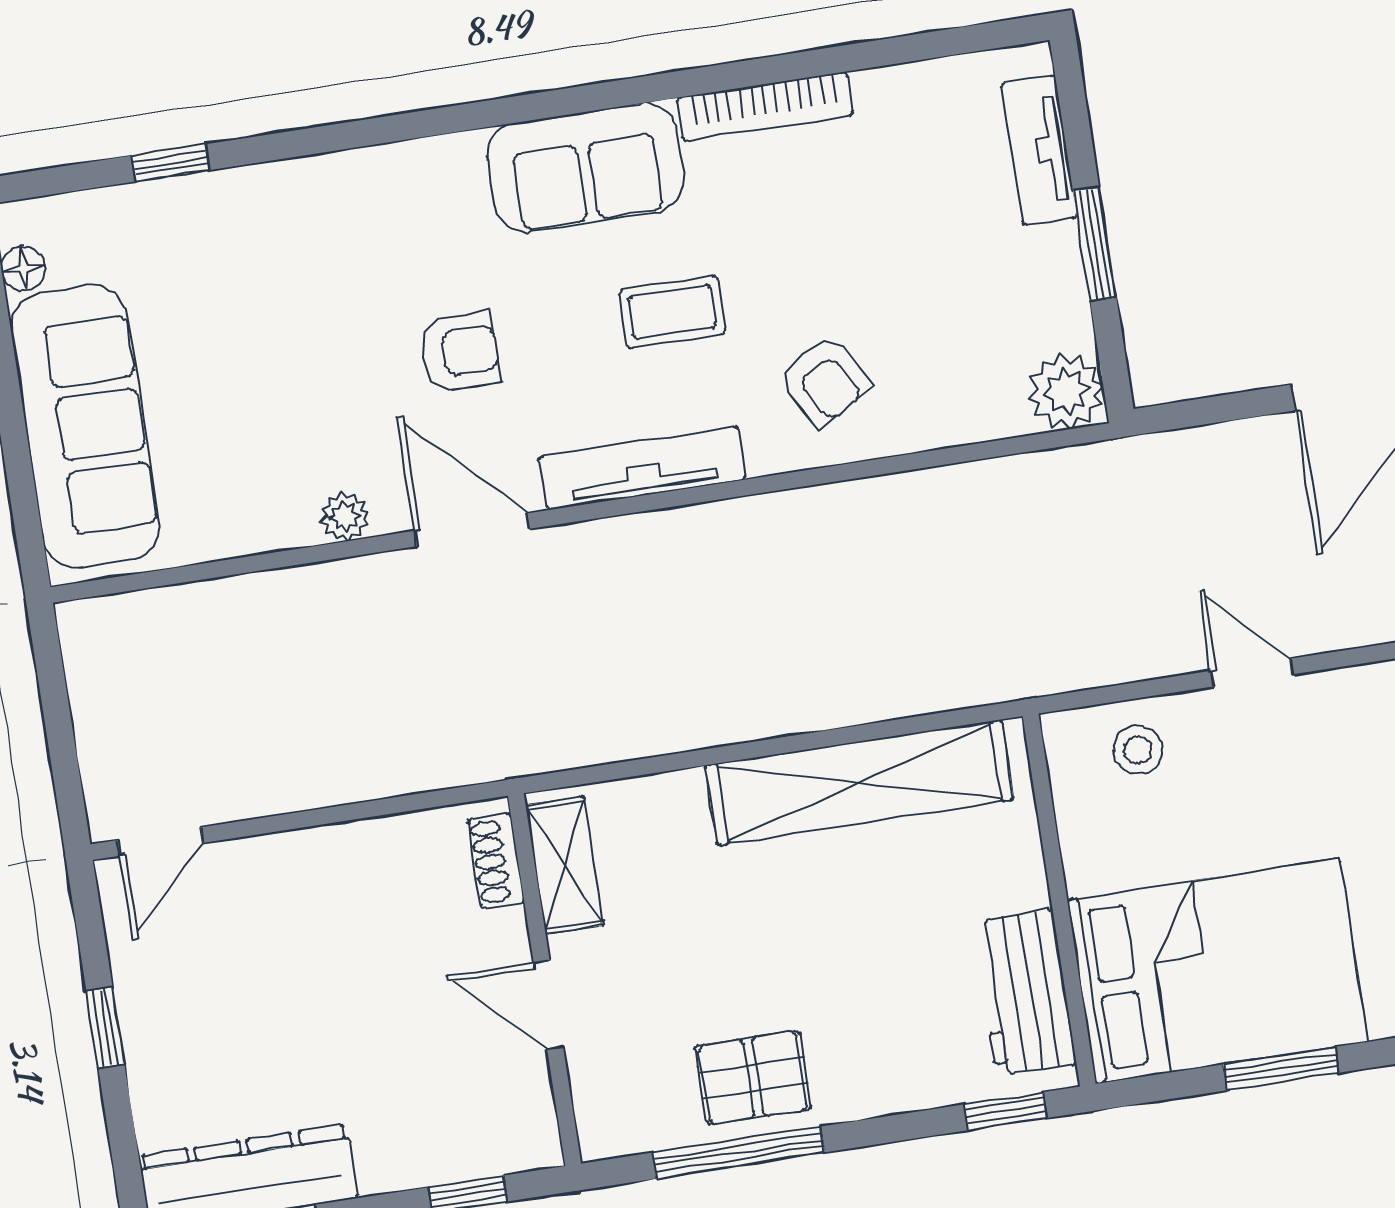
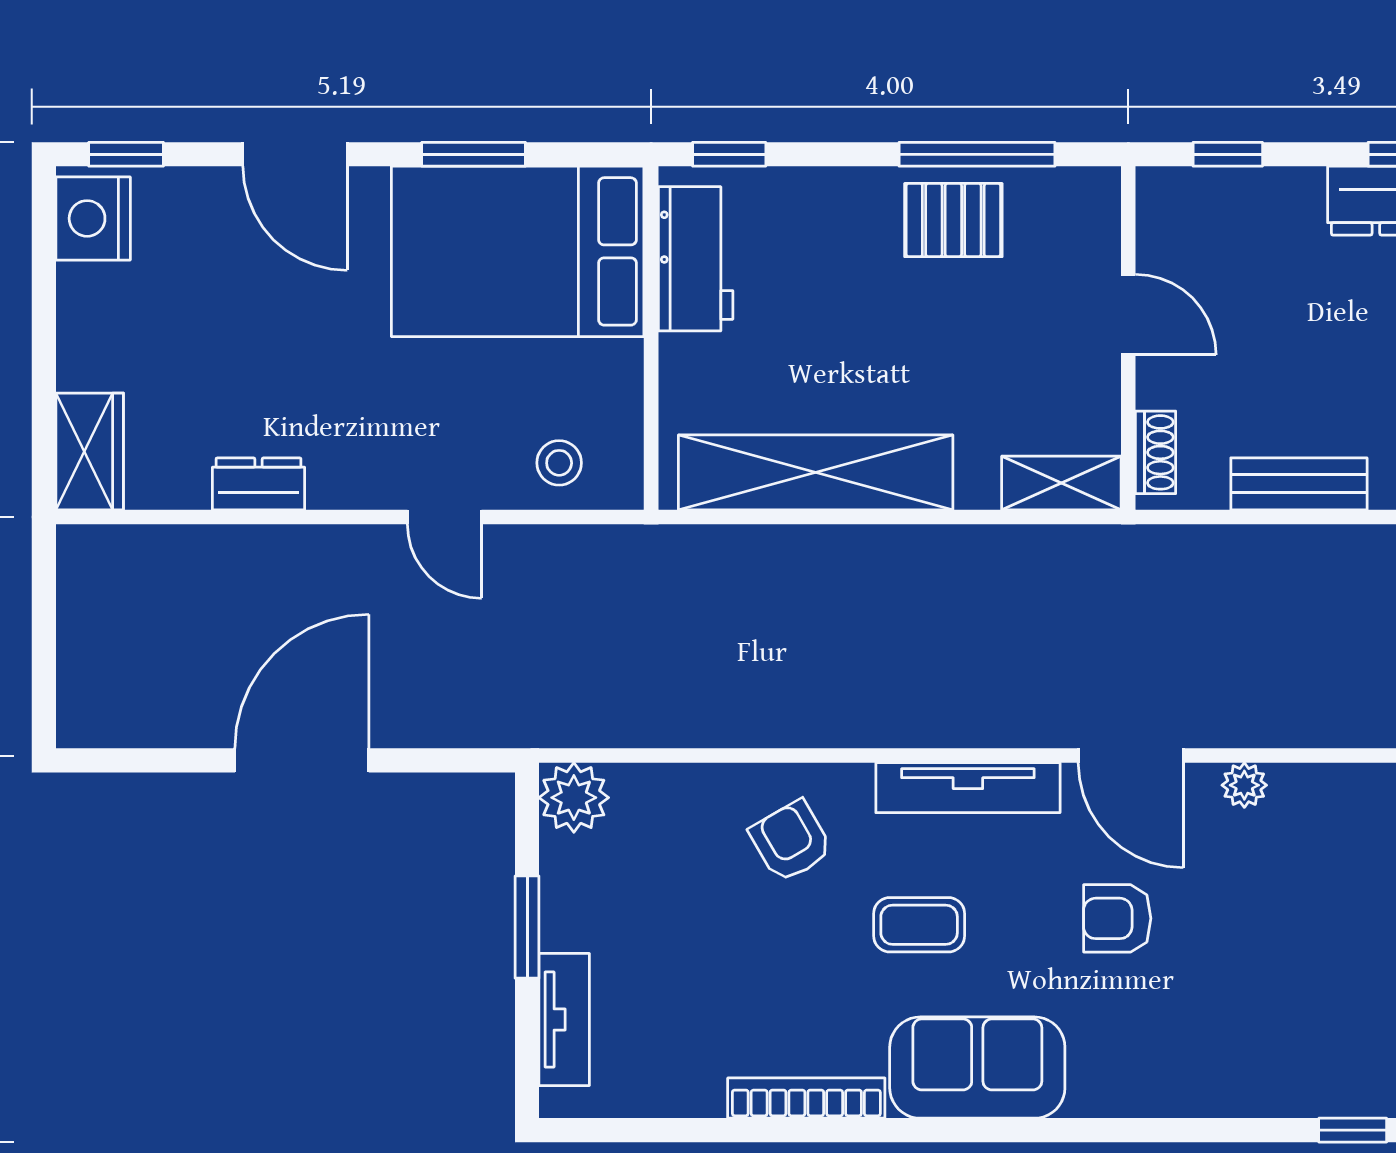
bench: (336, 851) -> (1299, 484), added
shelving: (564, 865) -> (1061, 483), moved, turned 90

